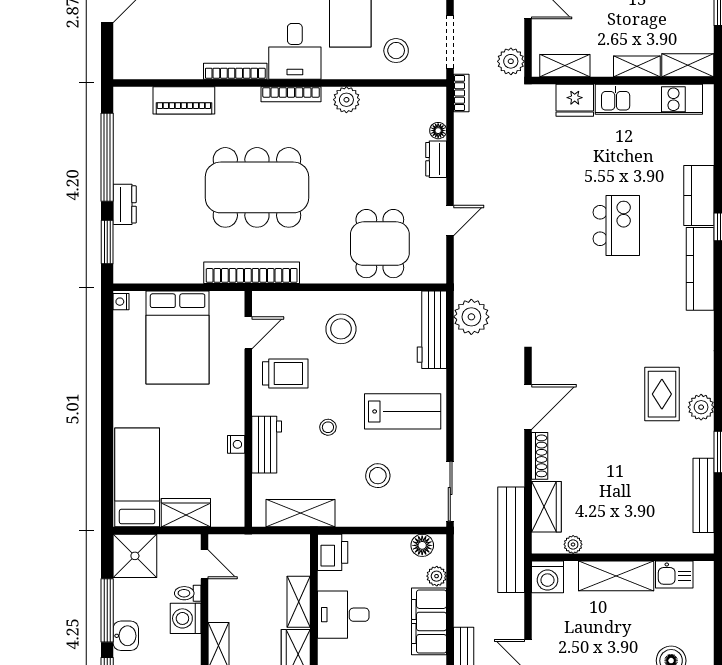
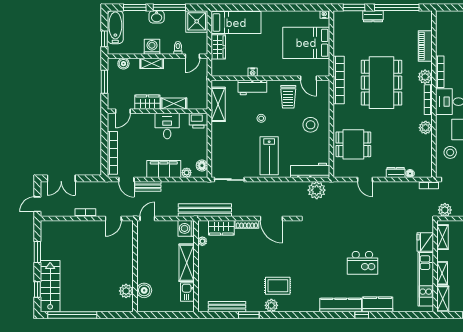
plant: (245, 101) -> (425, 77), added
stool: (378, 476) -> (237, 143), removed
washing machine: (186, 618) -> (152, 47), moved

